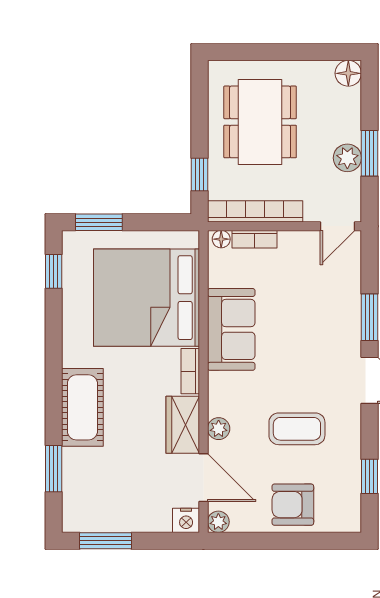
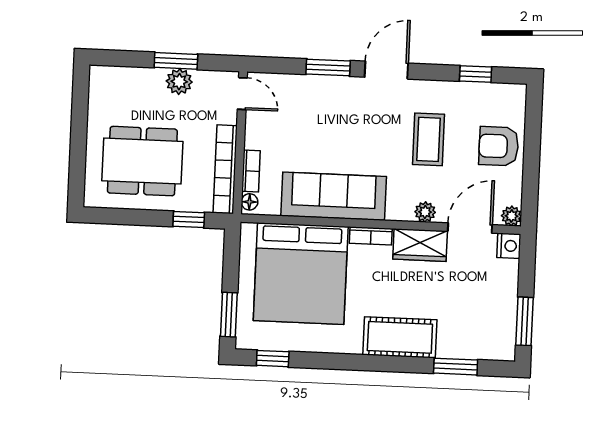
floor lamp: (348, 73) -> (101, 77), removed
sofa: (231, 329) -> (334, 196), width x1.36
armchair: (293, 505) -> (499, 146), turned 90

